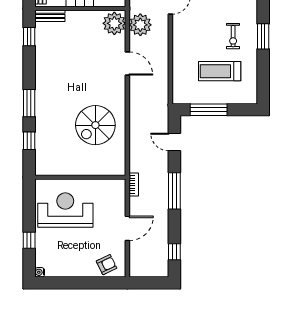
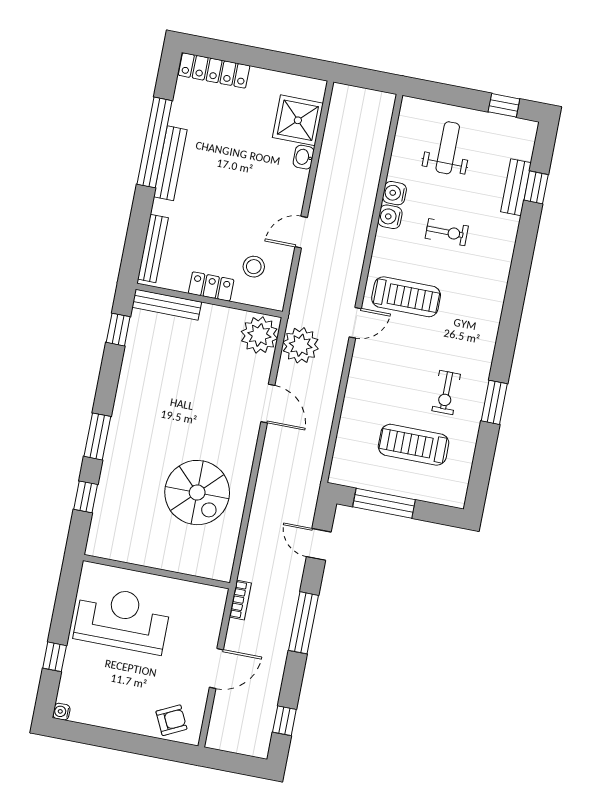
bench: (50, 16) -> (167, 305), width x1.36
spiral stairs: (95, 125) -> (197, 493), turned -90

